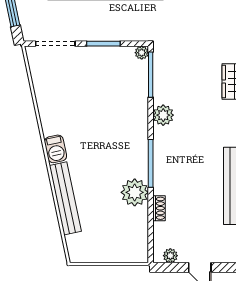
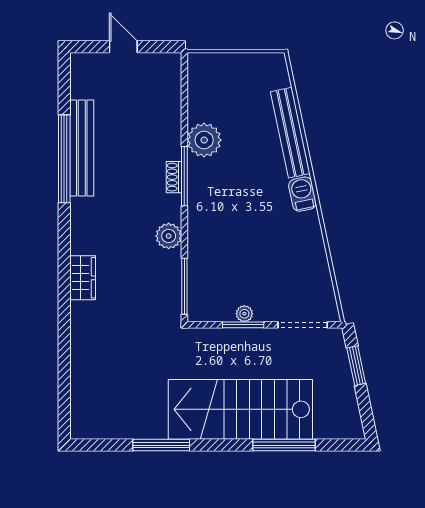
plant: (142, 53) -> (244, 314), moved
shoe rack: (159, 208) -> (174, 177), moved
plant: (170, 256) -> (160, 61), removed

